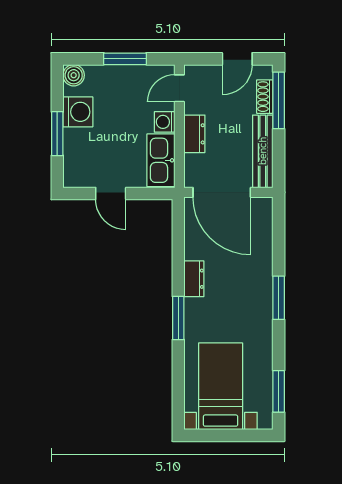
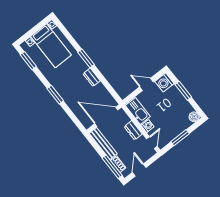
washing machine: (78, 112) -> (164, 82), moved

